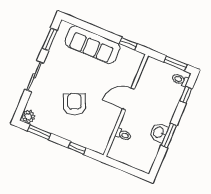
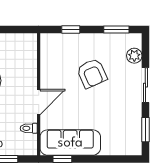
sofa: (92, 45) -> (70, 143), moved
plant: (28, 117) -> (134, 56), moved
toilet: (123, 135) -> (29, 128), moved

